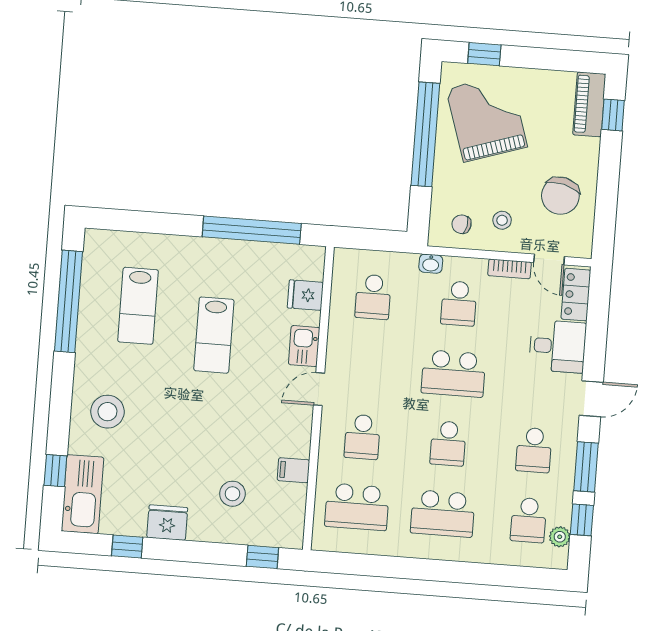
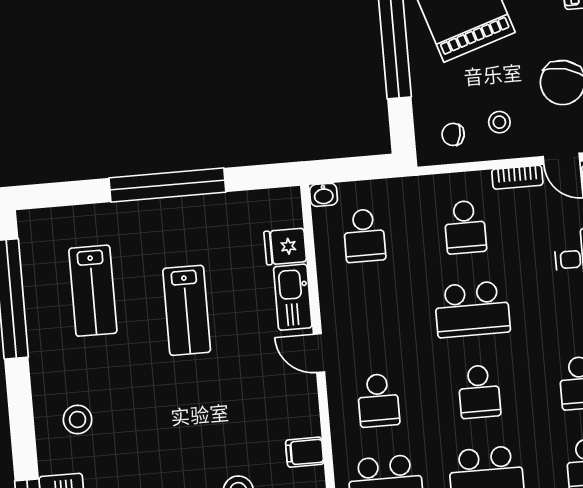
window: (252, 230) -> (167, 185), moved
washbasin: (431, 264) -> (324, 195), moved
kitchen sink: (304, 346) -> (293, 297), width x1.38
door: (319, 389) -> (319, 353), hinge flipped
stool: (107, 412) -> (78, 419), width x0.73, depth x0.73

